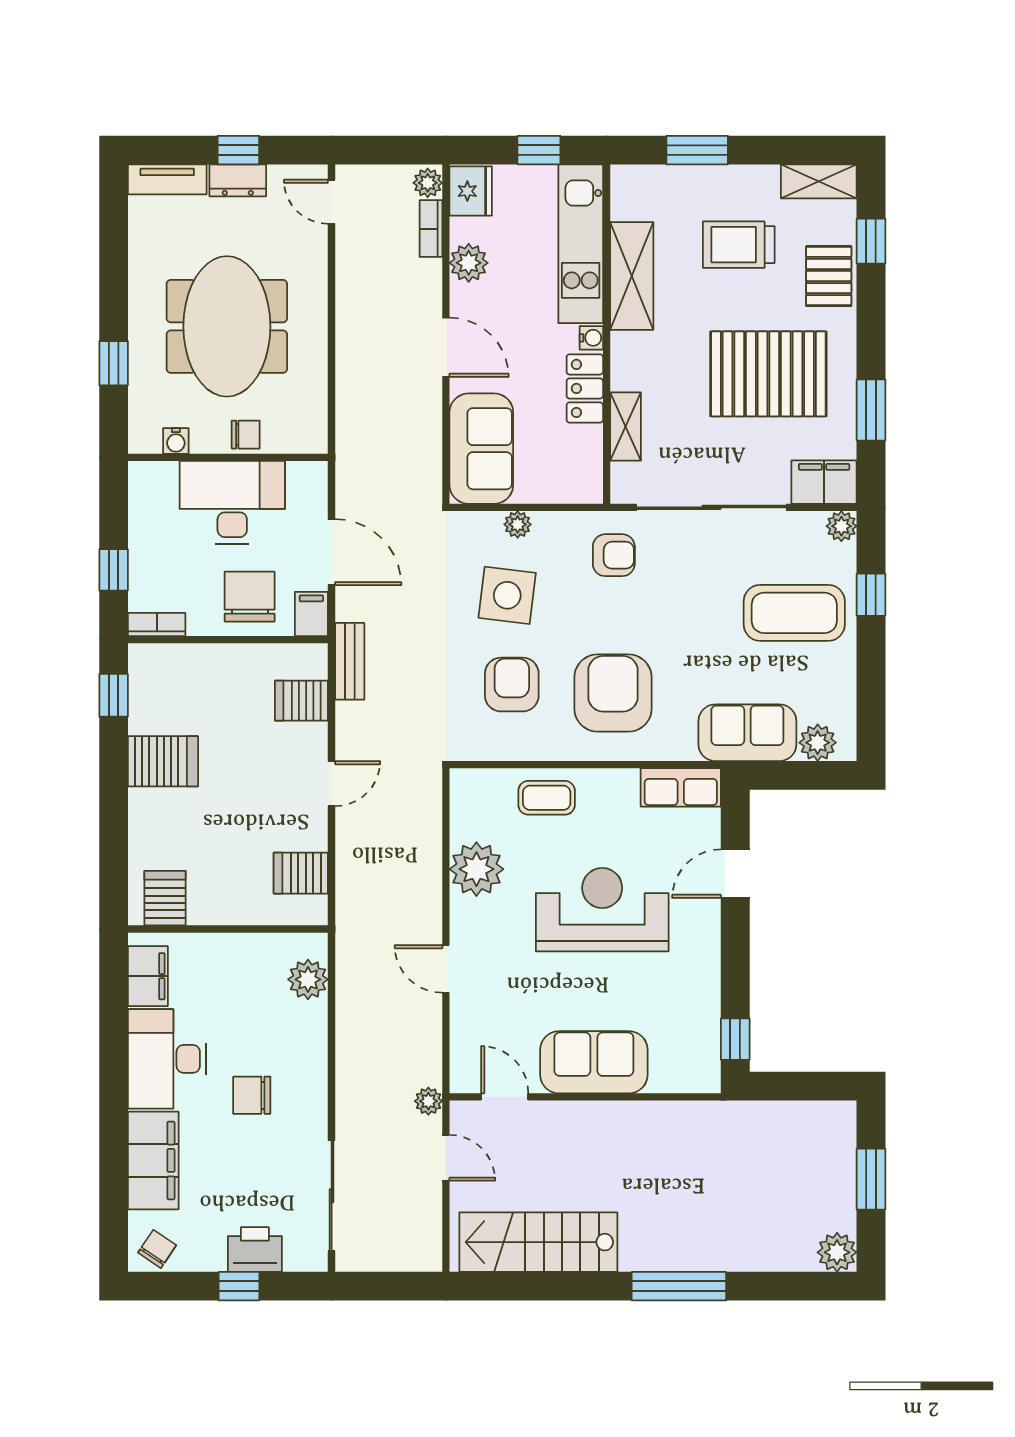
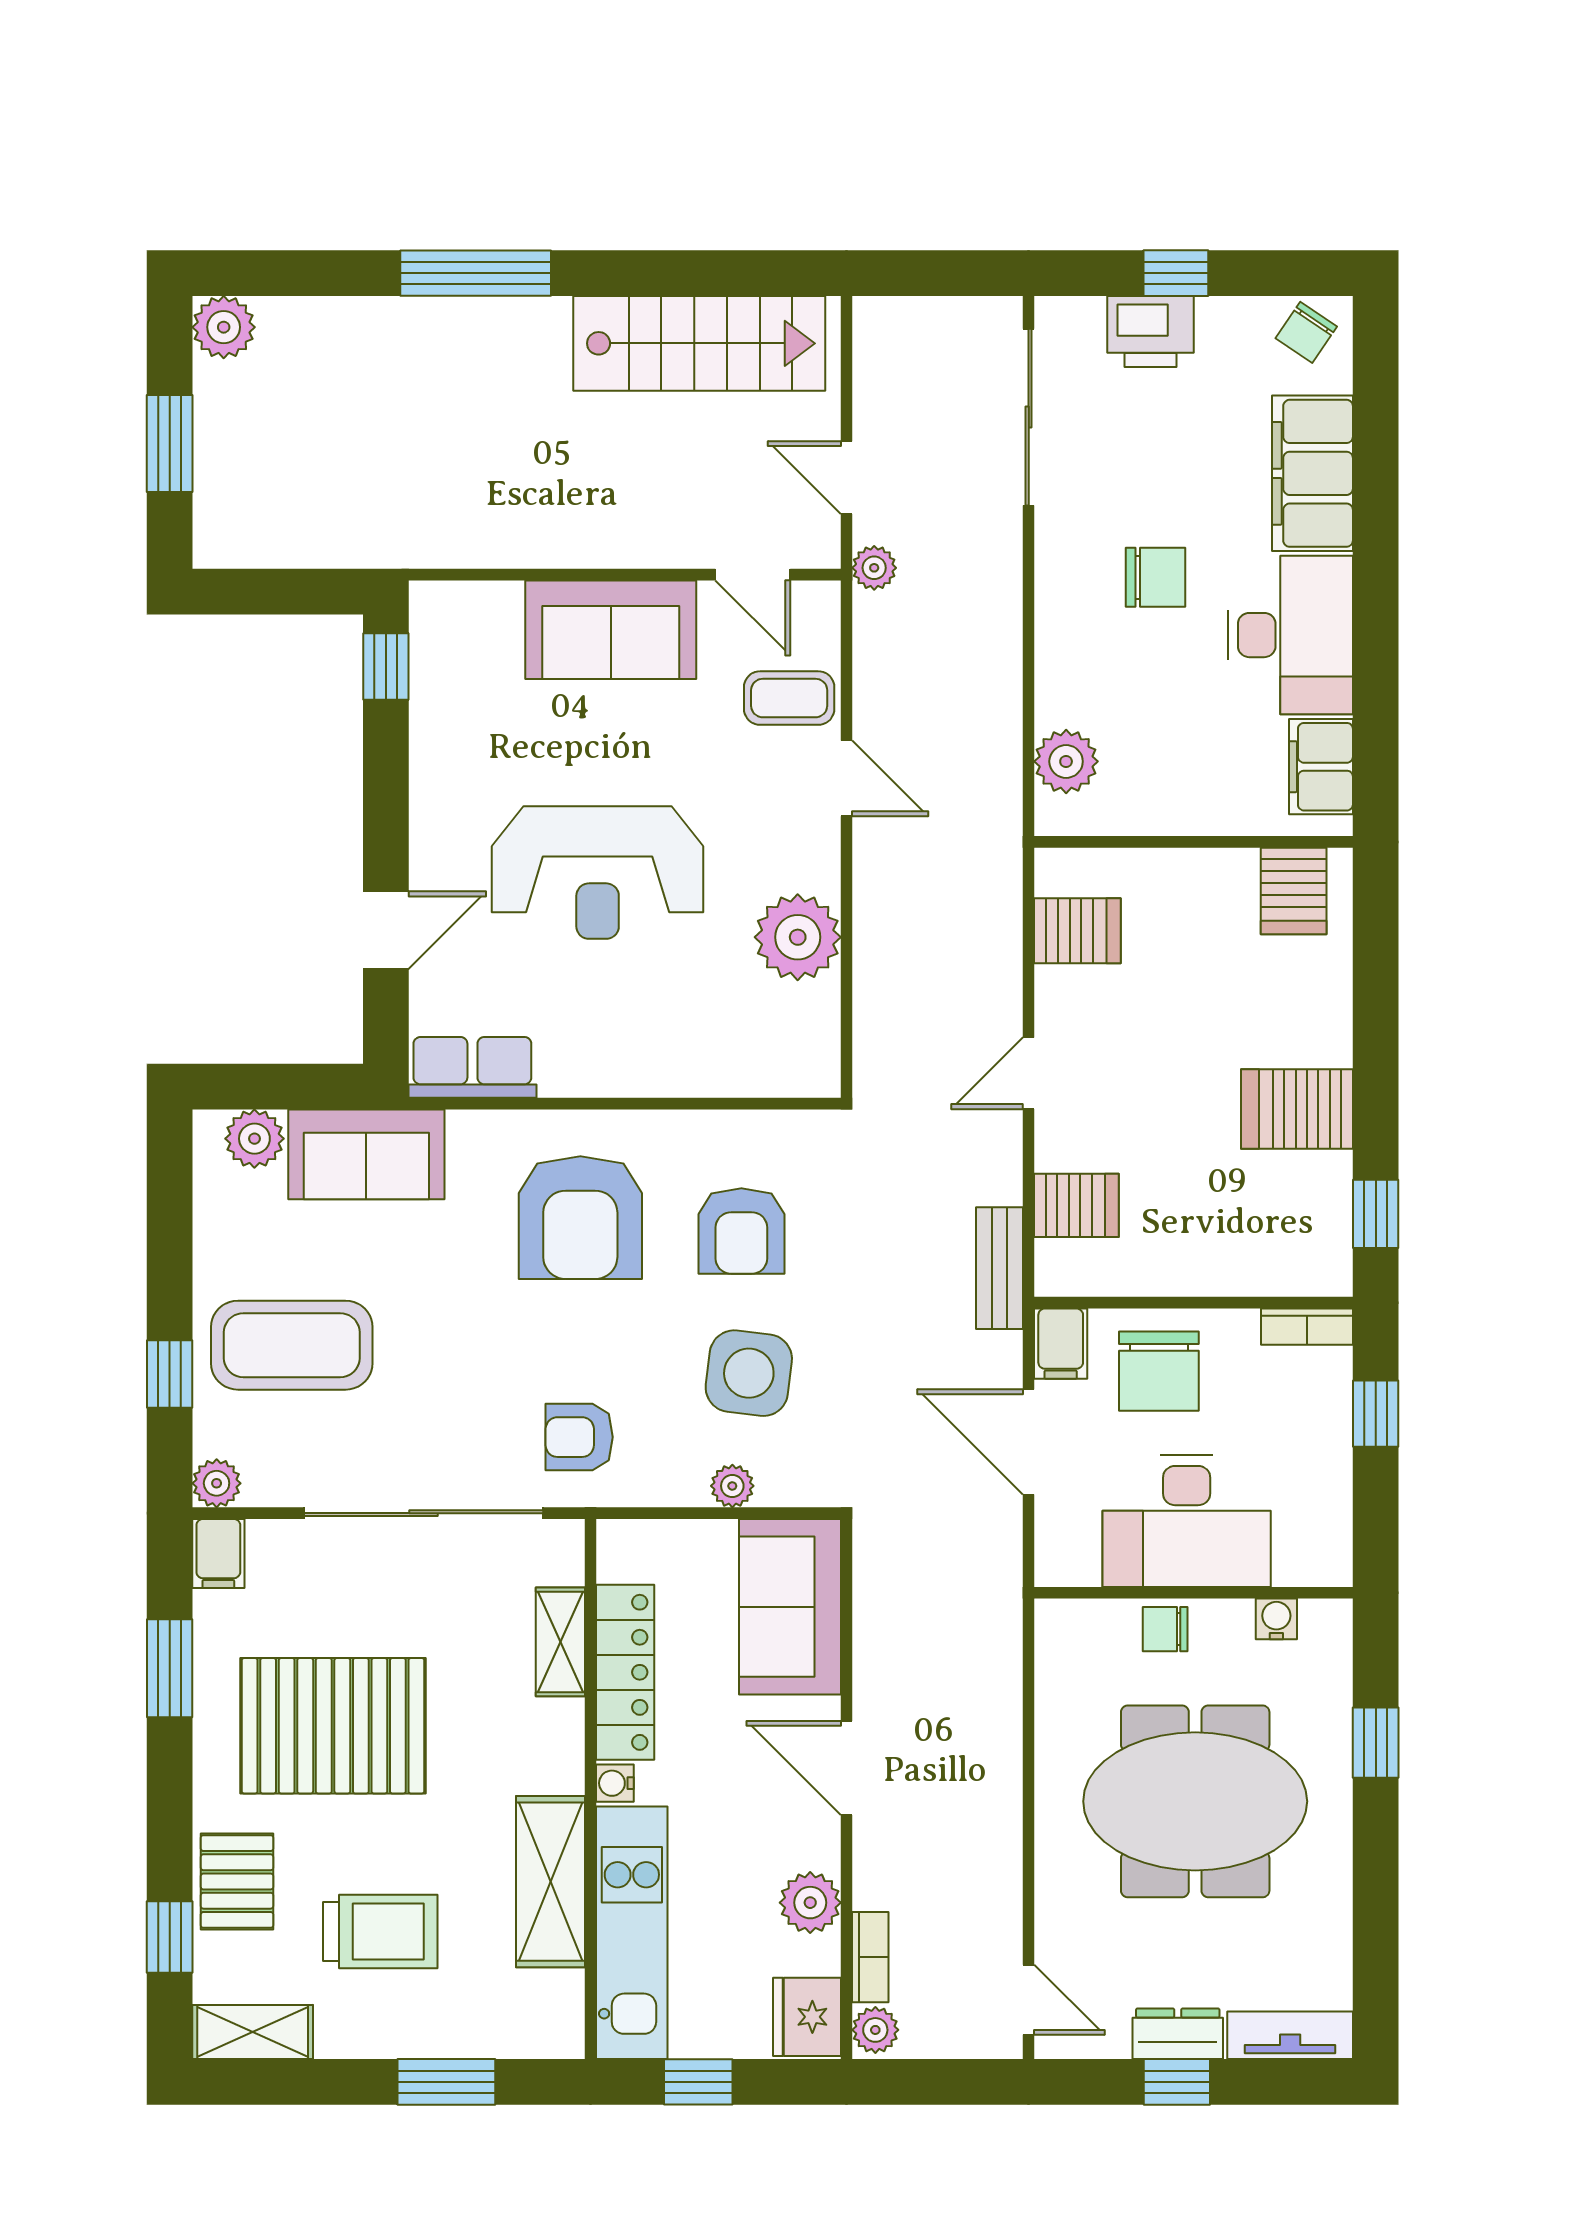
meeting table: (227, 326) -> (1195, 1801), turned 90
locker: (585, 388) -> (625, 1672), width x1.53
filing cabinet: (824, 482) -> (218, 1553), width x0.50
coffee table: (547, 798) -> (789, 698), moved

